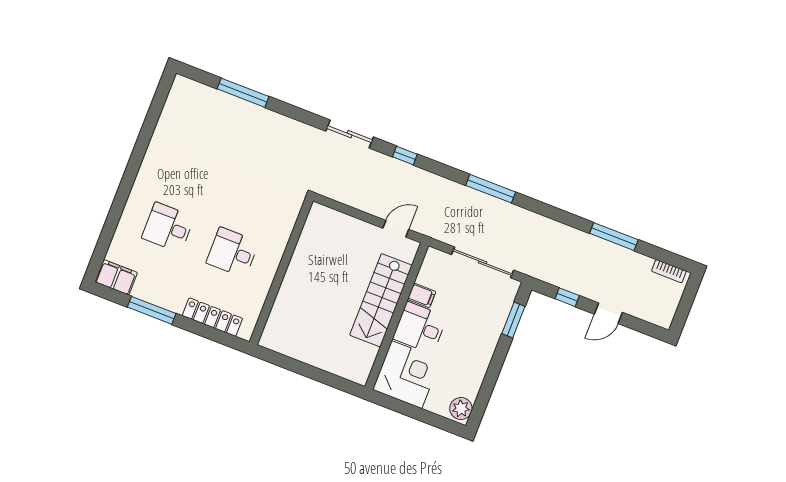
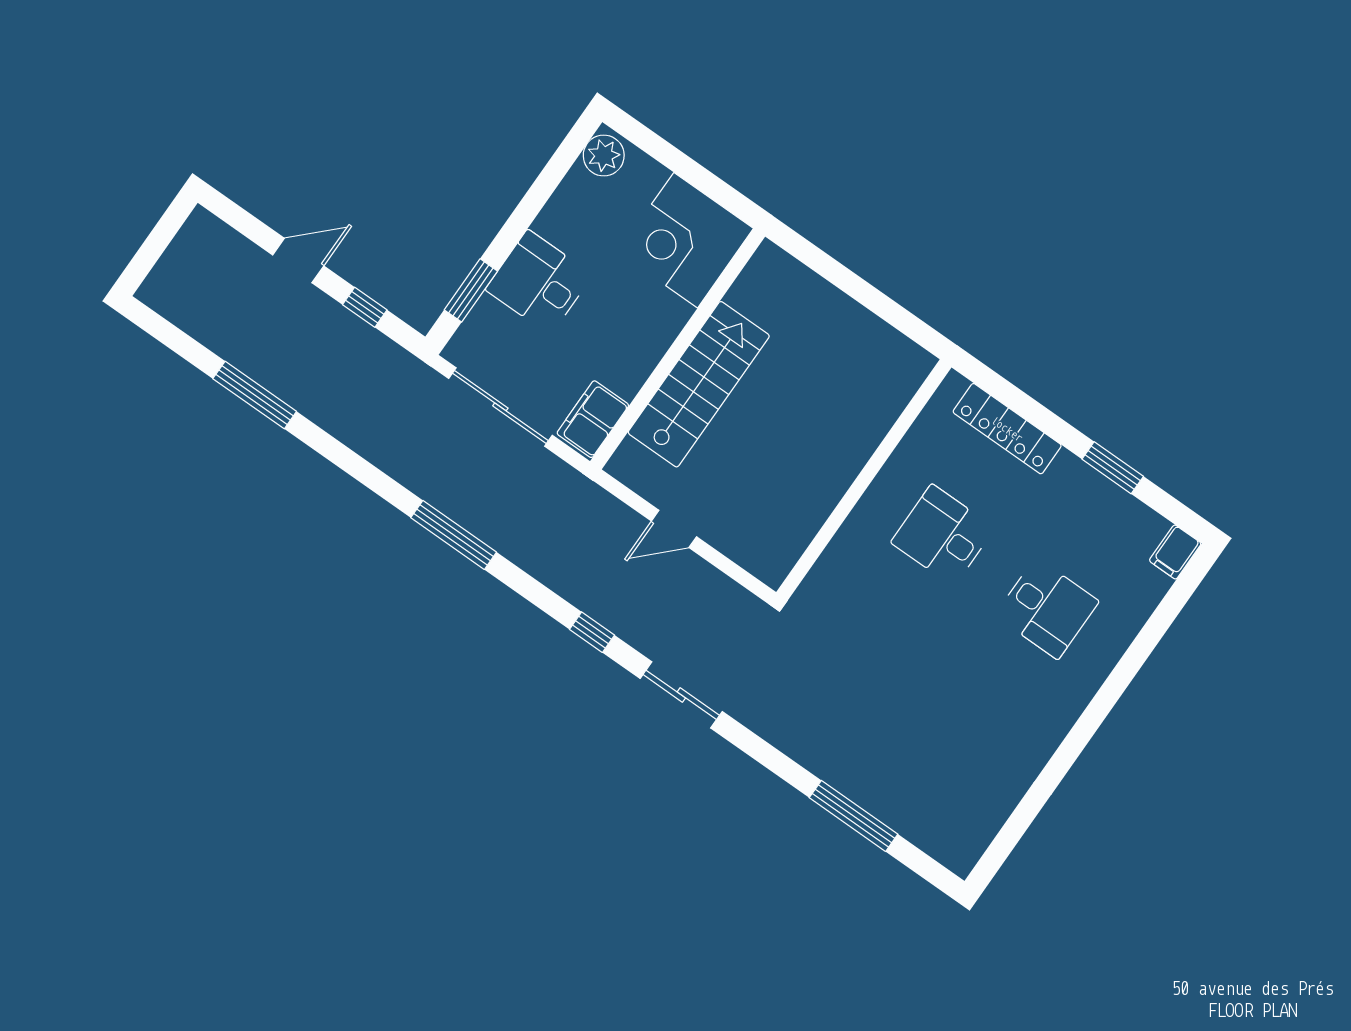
door: (396, 229) -> (674, 529), moved
desk: (233, 252) -> (943, 535), turned 180
bookcase: (669, 271) -> (172, 309), removed
filing cabinet: (116, 277) -> (1175, 552), width x0.50
filing cabinet: (422, 295) -> (593, 419), moved, width x2.00
window: (152, 310) -> (1113, 468), width x0.69
desk: (420, 328) -> (539, 282), moved, turned 180

